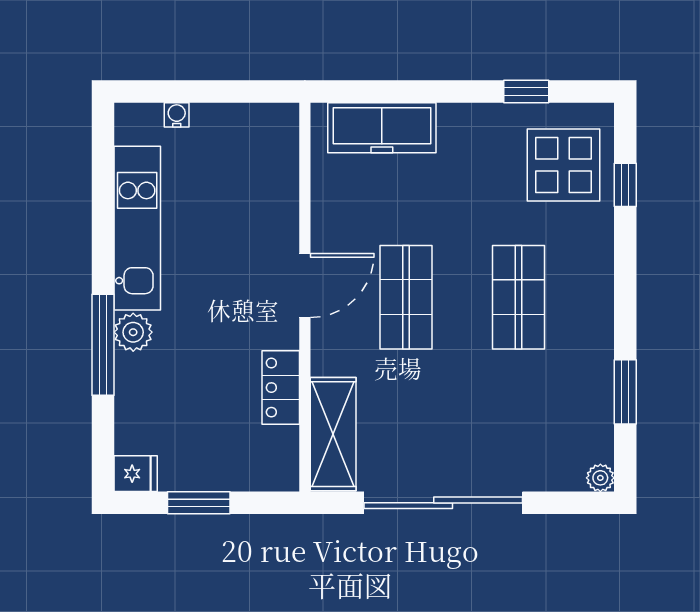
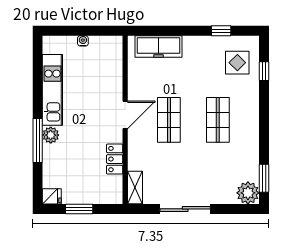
water cooler: (177, 115) -> (83, 41), moved
display table: (564, 165) -> (237, 63), width x0.73, depth x0.73
window: (625, 392) -> (264, 178), moved
shelving: (333, 434) -> (135, 187), width x0.67, depth x0.75
plant: (600, 478) -> (248, 193), width x1.88, depth x1.88
sliding door: (443, 503) -> (185, 209), width x0.73

